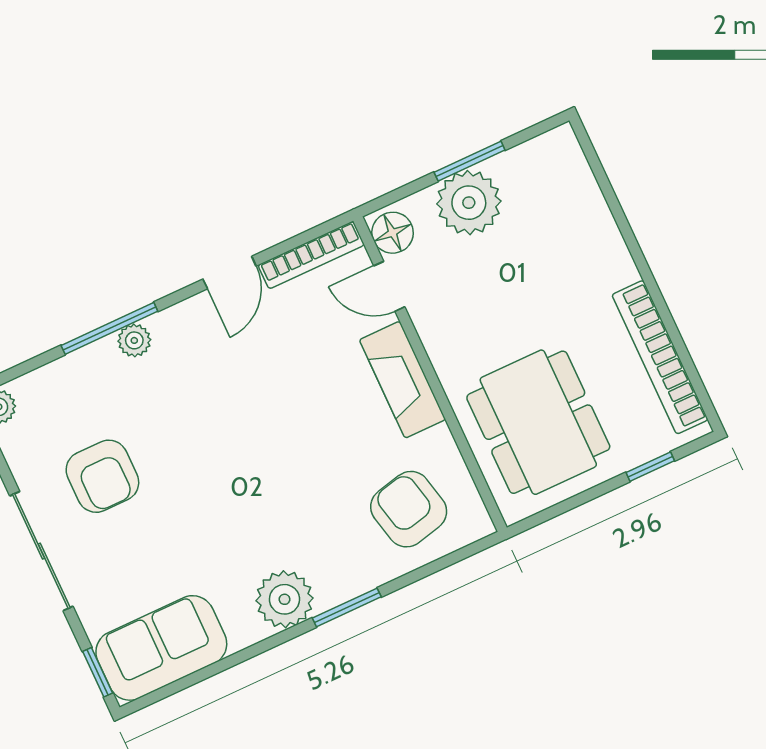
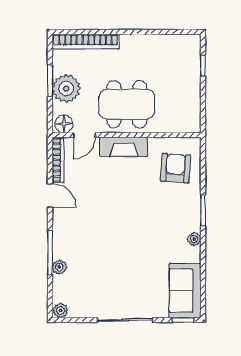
plant: (134, 340) -> (59, 267), moved
bookcase: (660, 357) -> (86, 42), moved
dining table: (538, 422) -> (127, 104), moved
armchair: (102, 476) -> (107, 282), removed
armchair: (409, 509) -> (176, 168), turned 107
plant: (284, 599) -> (194, 239), width x0.53, depth x0.53

